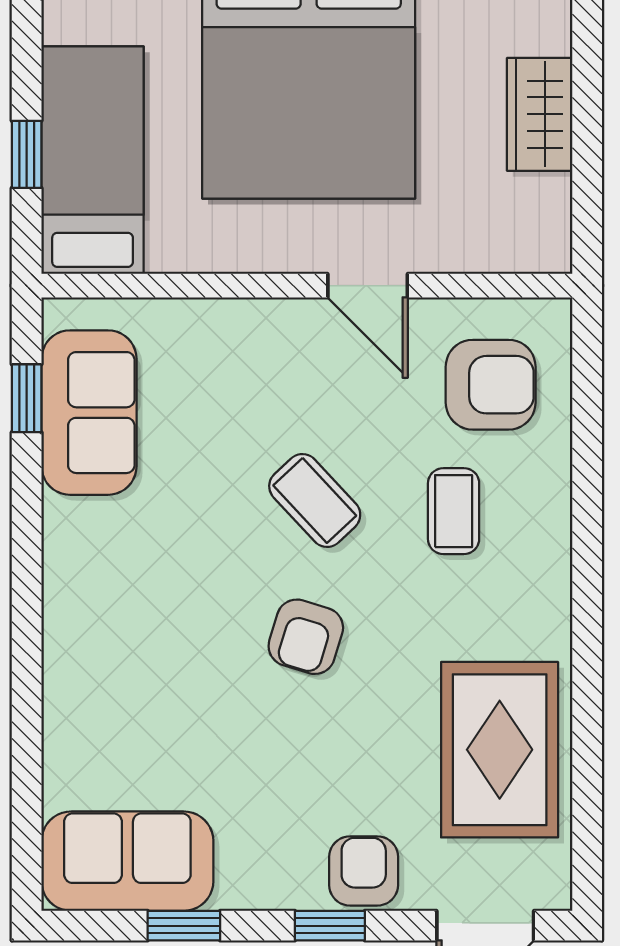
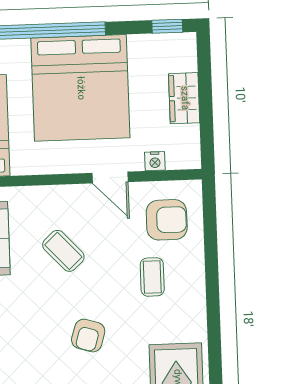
nightstand: (469, 253) -> (155, 161), added
coffee table: (315, 500) -> (63, 251), moved

